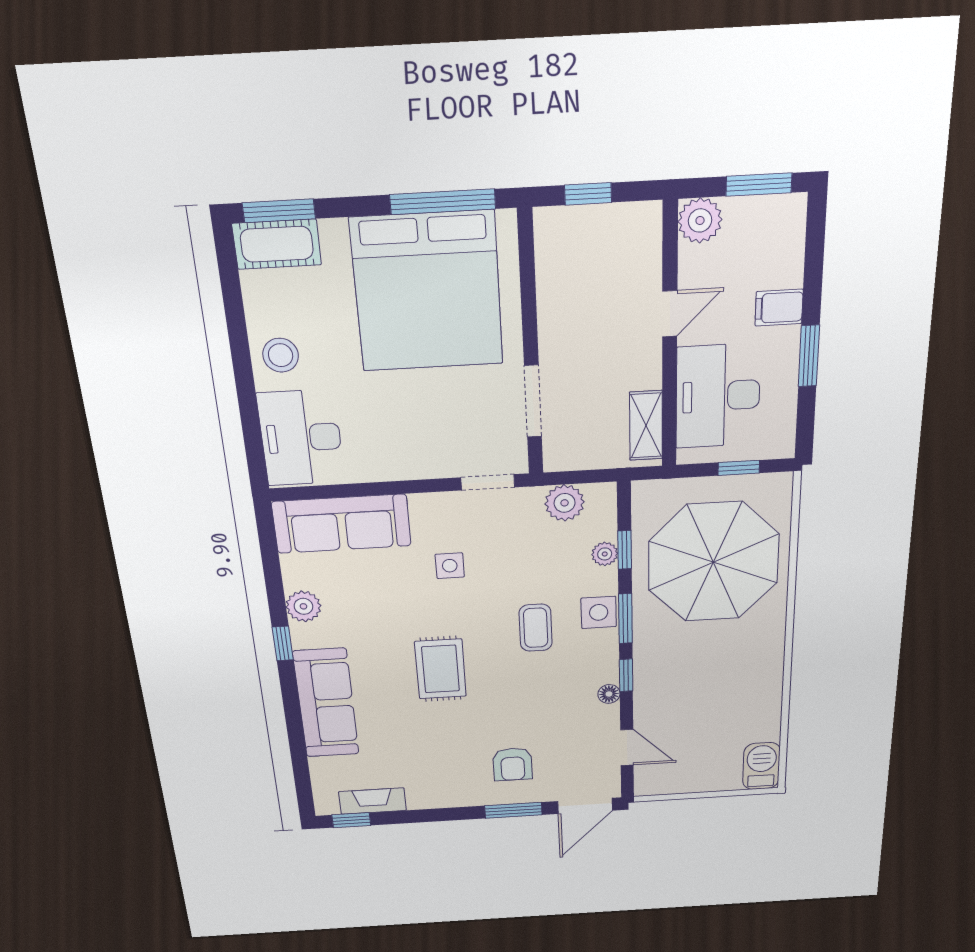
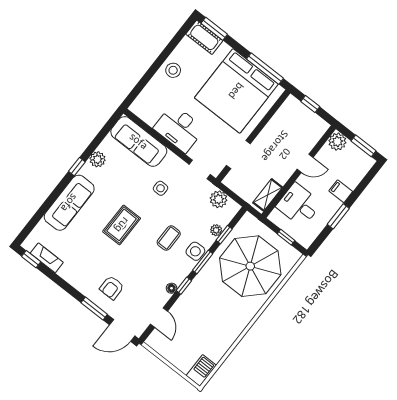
desk: (718, 396) -> (299, 205), width x0.73
desk: (301, 438) -> (179, 128), moved, turned -90

